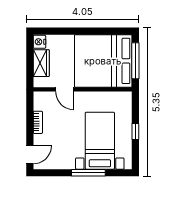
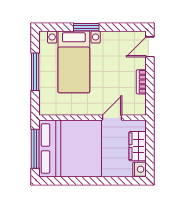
door: (65, 89) -> (112, 118), hinge flipped
window: (135, 132) -> (35, 72), width x2.17
window: (88, 173) -> (86, 27), width x0.69

